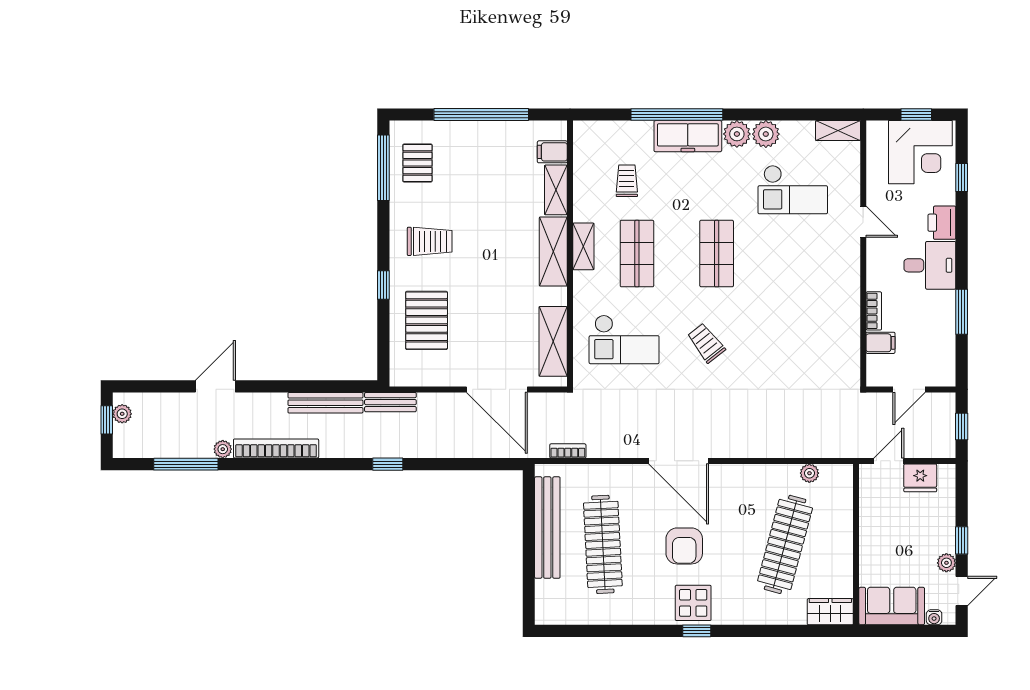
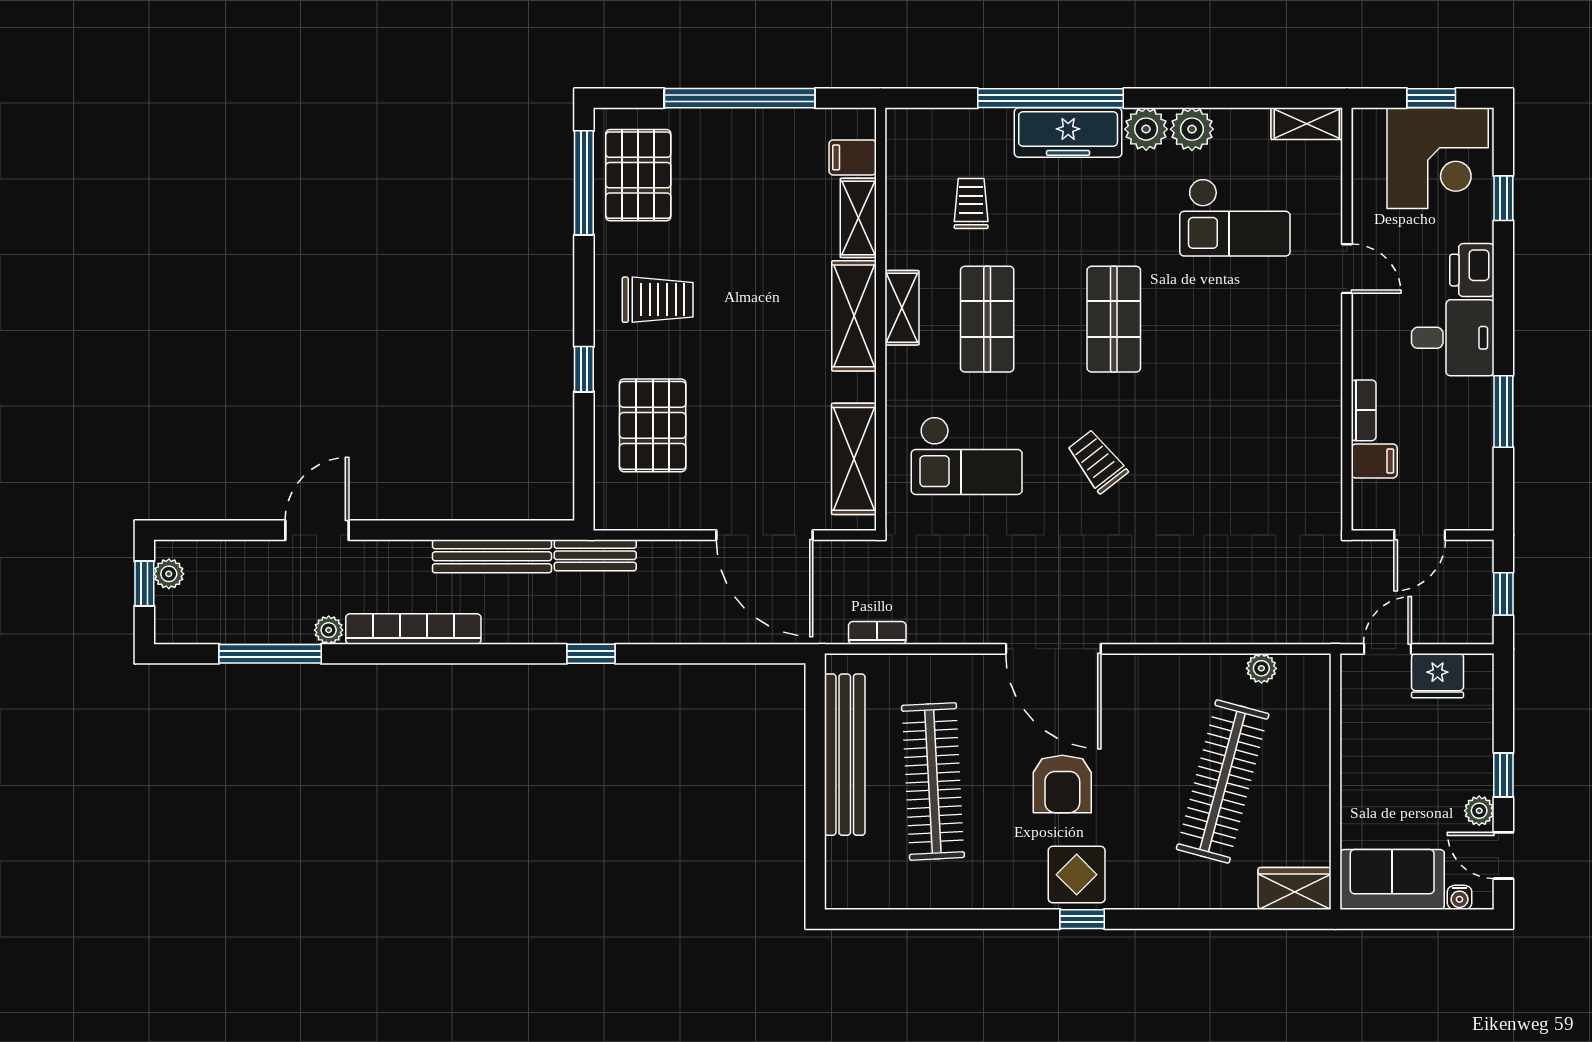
pallet: (417, 163) -> (638, 175), width x1.50, depth x1.42
door: (962, 591) -> (1503, 855), swing flipped

